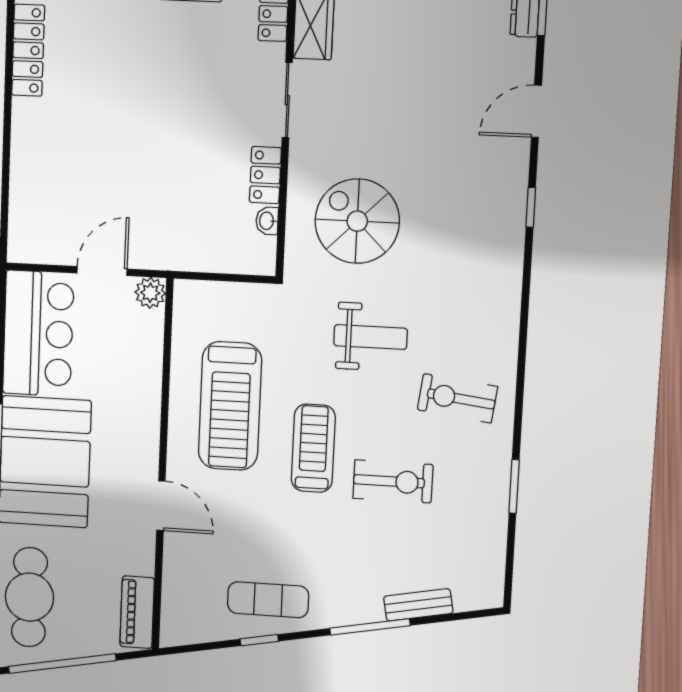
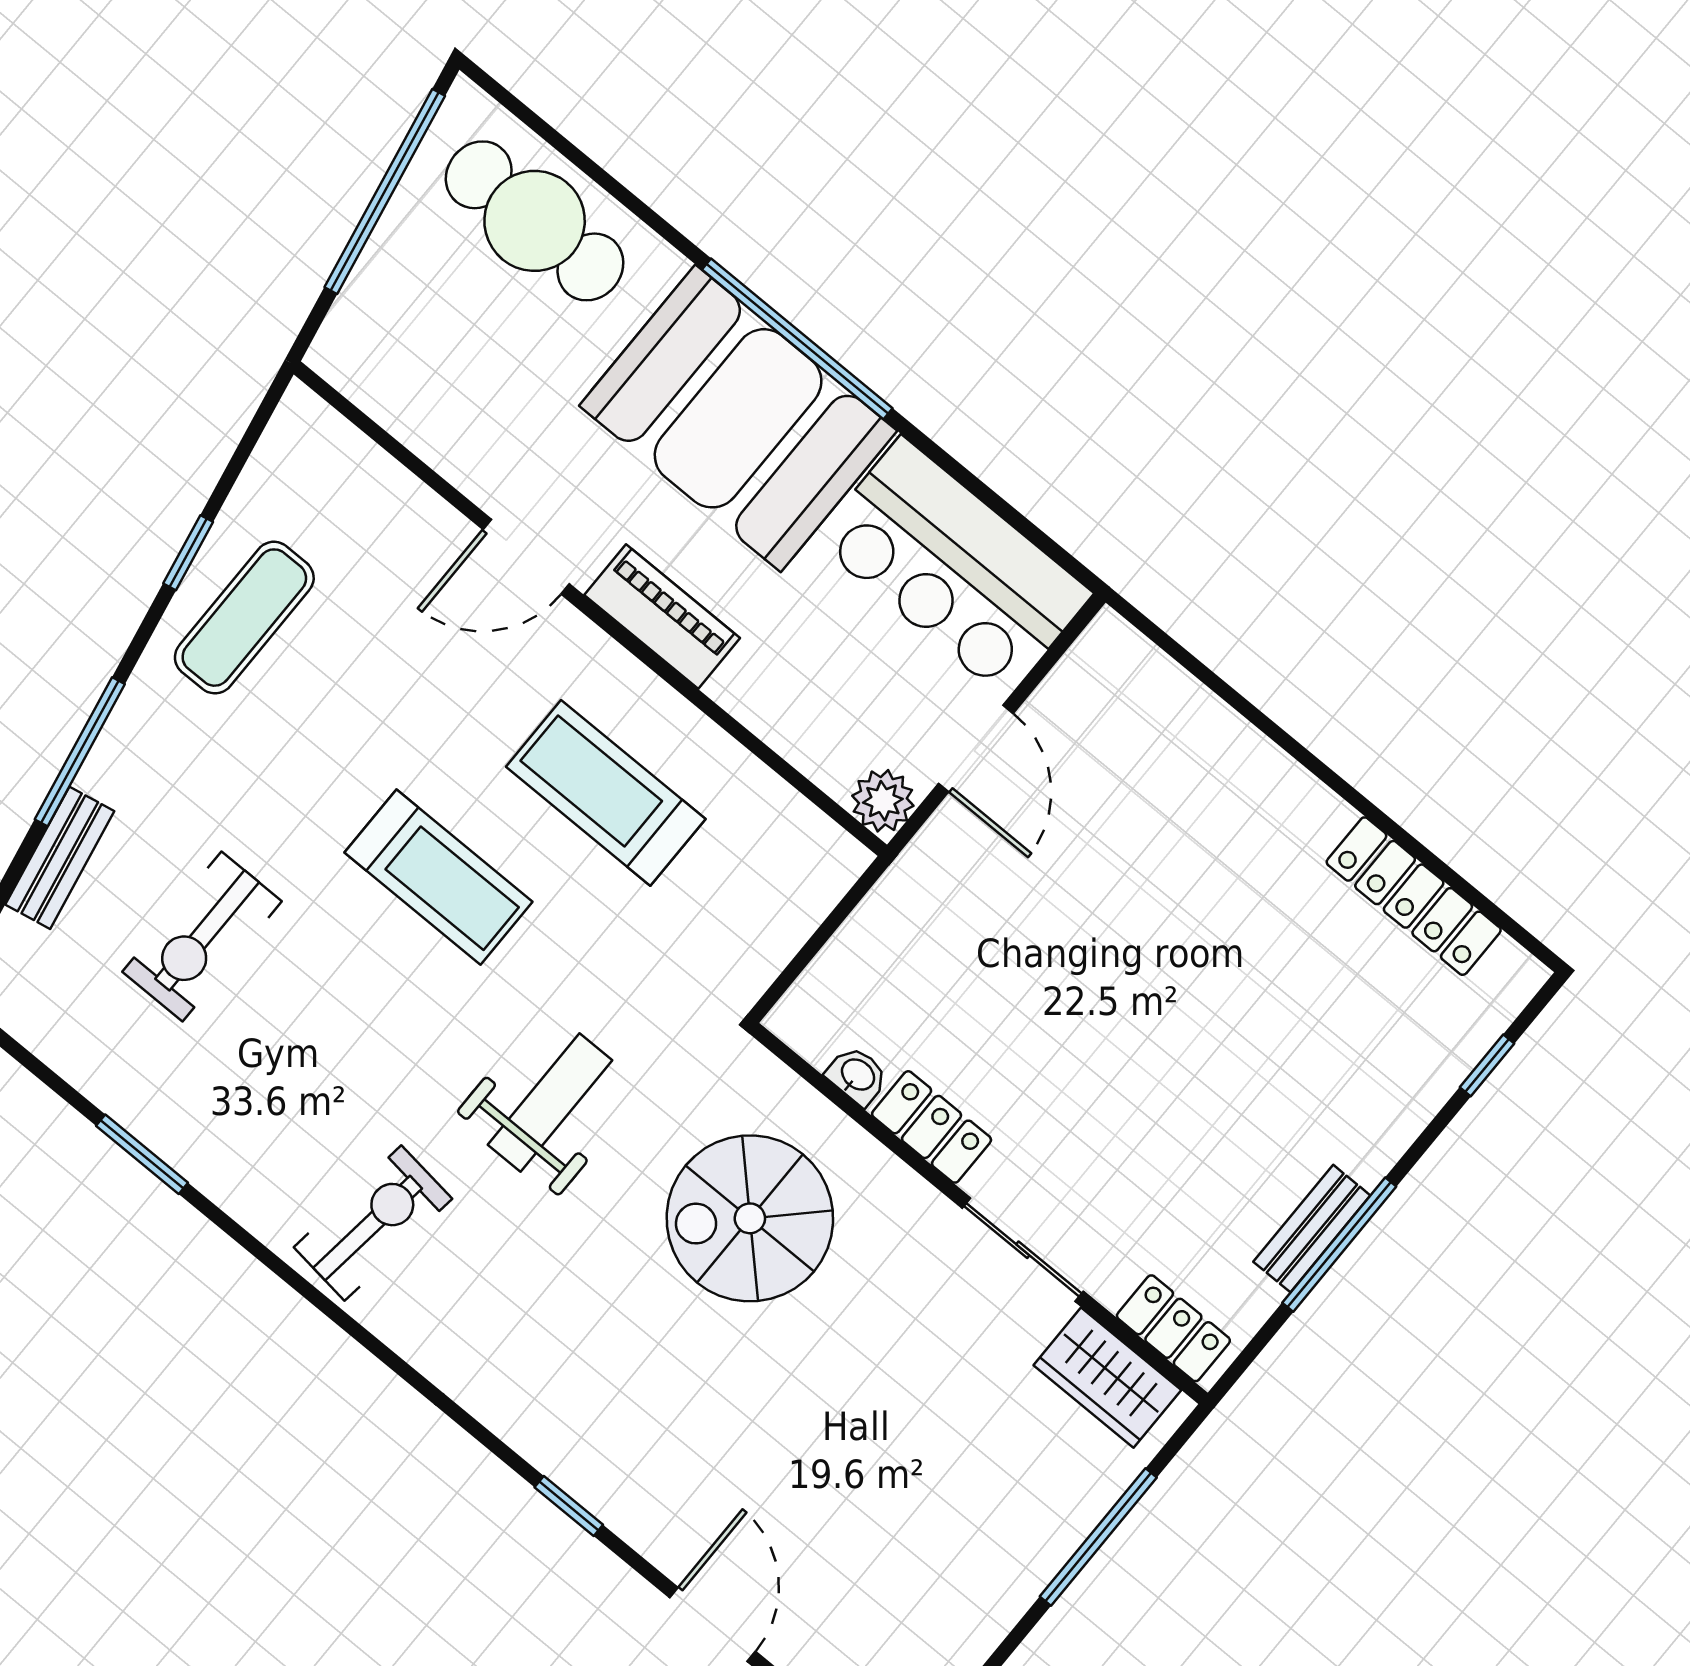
spiral stairs: (357, 221) -> (750, 1218), turned 180
weight bench: (371, 337) -> (550, 1103), turned 180
exercise bike: (457, 398) -> (373, 1223), moved
treadmill: (230, 406) -> (606, 793), width x0.73, depth x0.73
exercise bike: (393, 481) -> (202, 936), moved
piano: (137, 612) -> (662, 617), moved

